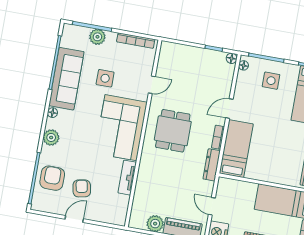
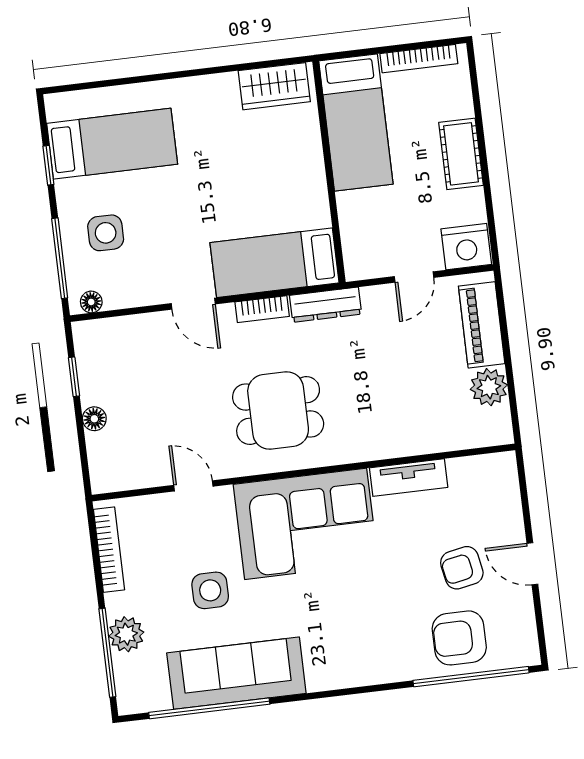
floor lamp: (232, 58) -> (94, 419), moved
floor lamp: (52, 113) -> (318, 681), removed
plant: (51, 137) -> (373, 667), removed

